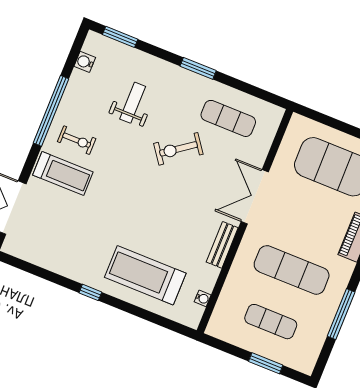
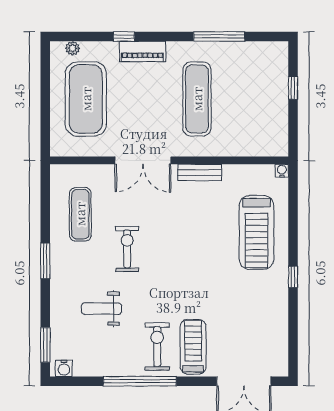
water cooler: (85, 62) -> (64, 368), moved
exercise bike: (77, 140) -> (157, 347), width x1.38, depth x1.39
exercise bike: (178, 149) -> (127, 249), turned -144
water cooler: (203, 298) -> (282, 171), moved
exercise mat: (271, 322) -> (253, 99), removed
window: (266, 363) -> (293, 88), width x0.67

